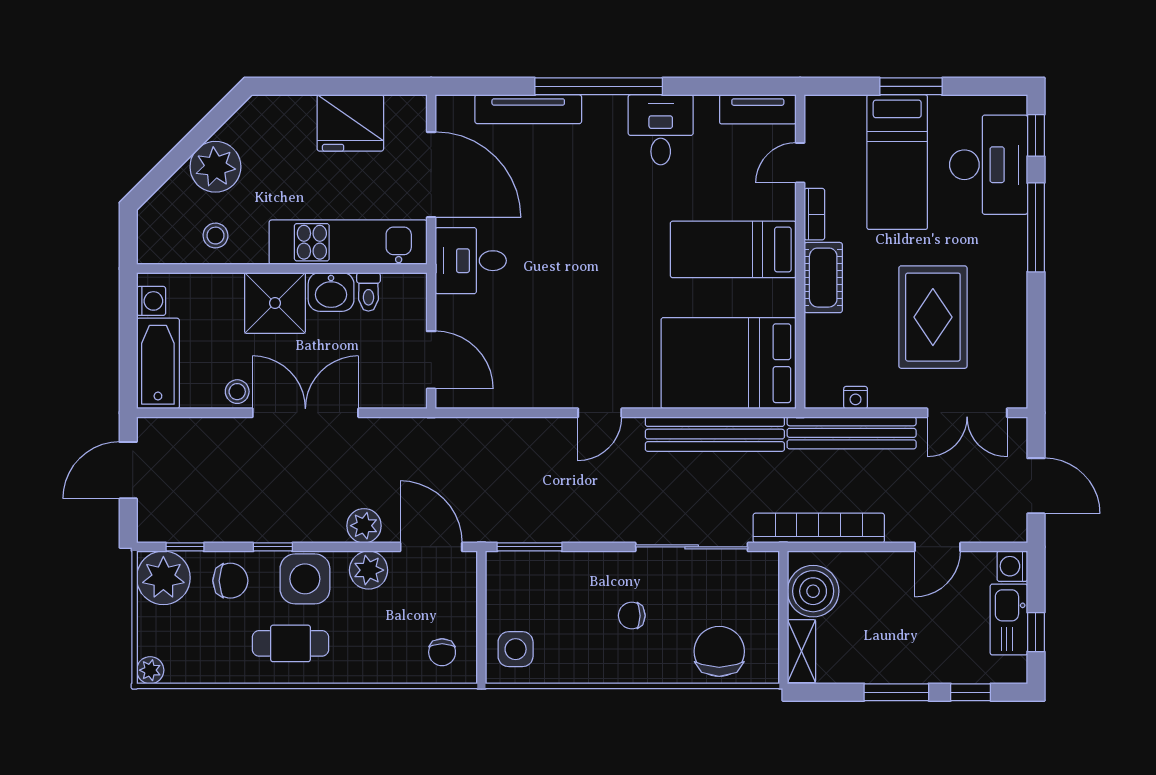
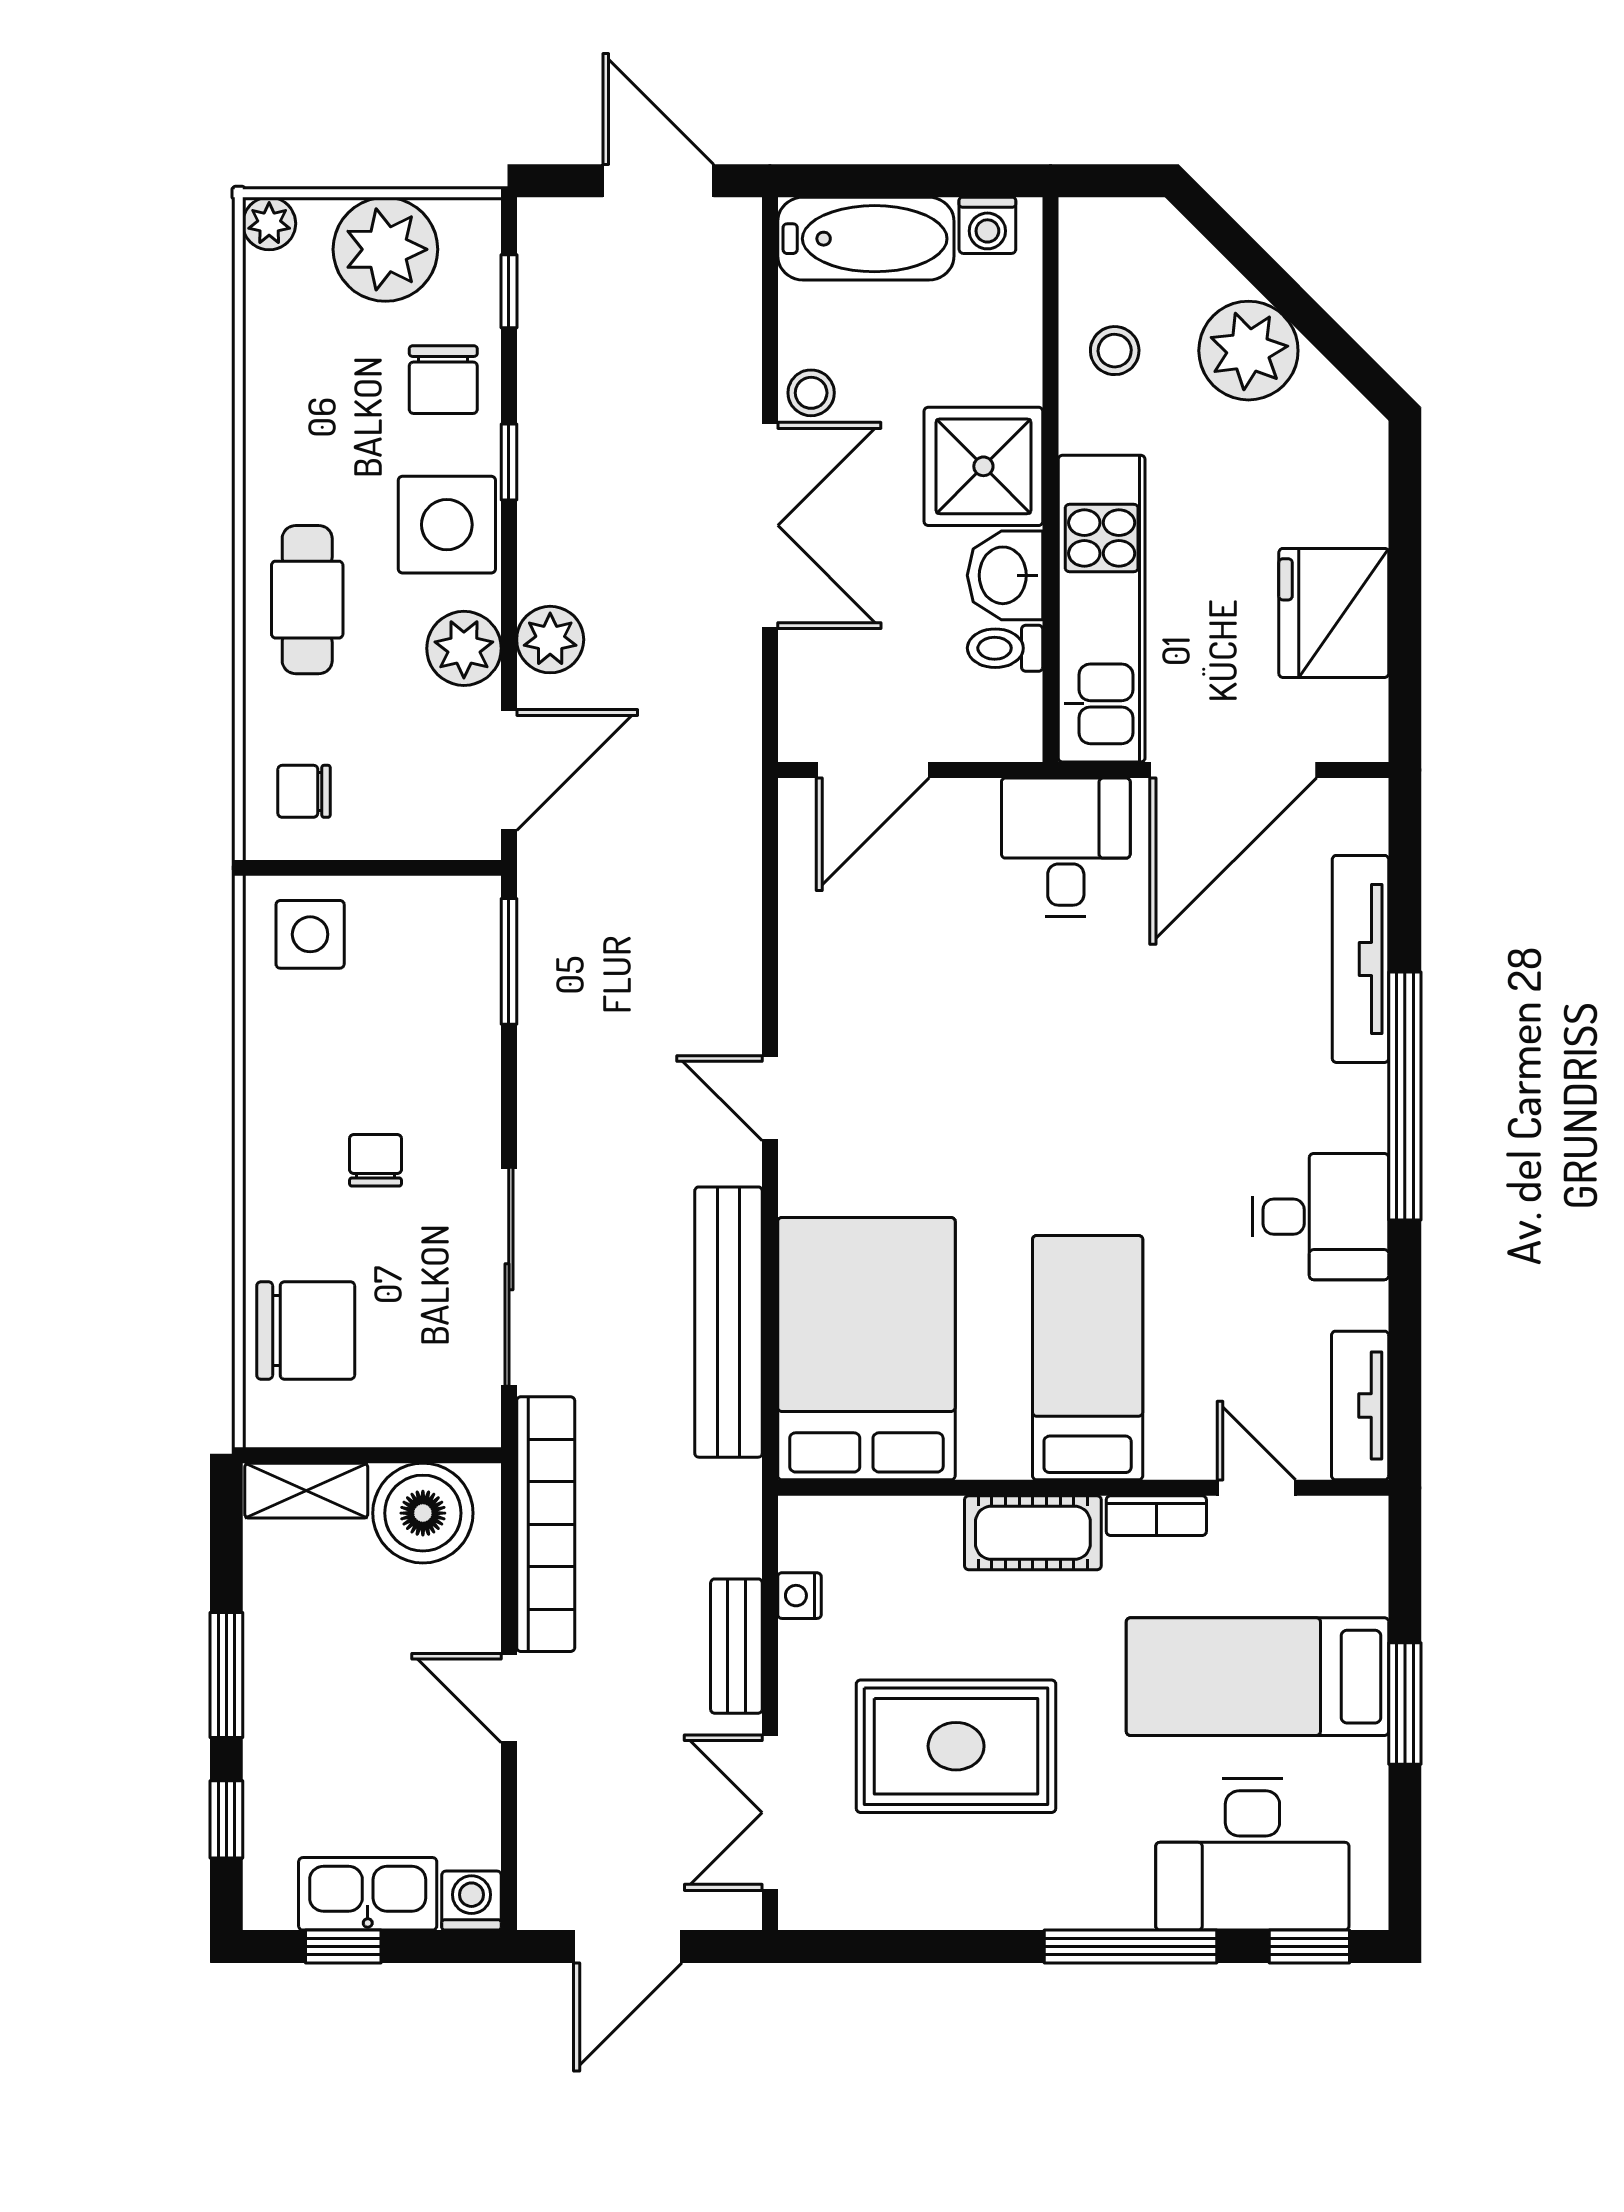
bench: (852, 433) -> (736, 1646), width x0.54, depth x0.82
door: (937, 547) -> (509, 1698), moved
plant: (163, 578) -> (385, 249), moved
cafe table: (291, 643) -> (307, 600), moved

